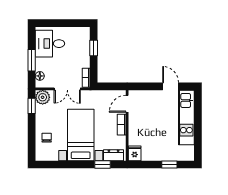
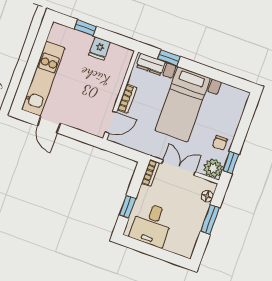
desk: (50, 44) -> (152, 225), moved, turned 90
chair: (47, 138) -> (220, 143), moved
fridge: (135, 153) -> (100, 48), moved

